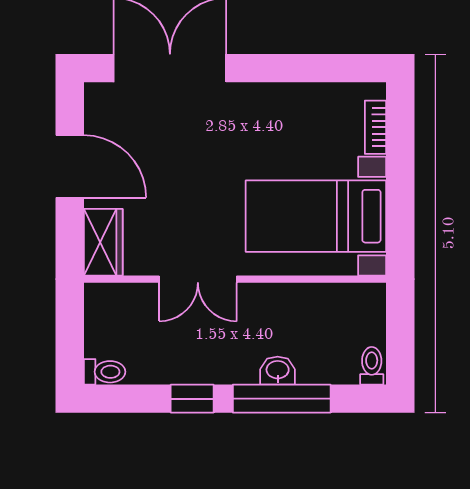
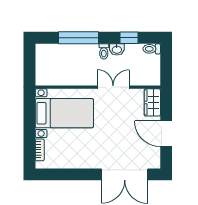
toilet: (372, 366) -> (104, 51), moved
washbasin: (278, 371) -> (117, 49), moved
window: (192, 399) -> (129, 38), moved

